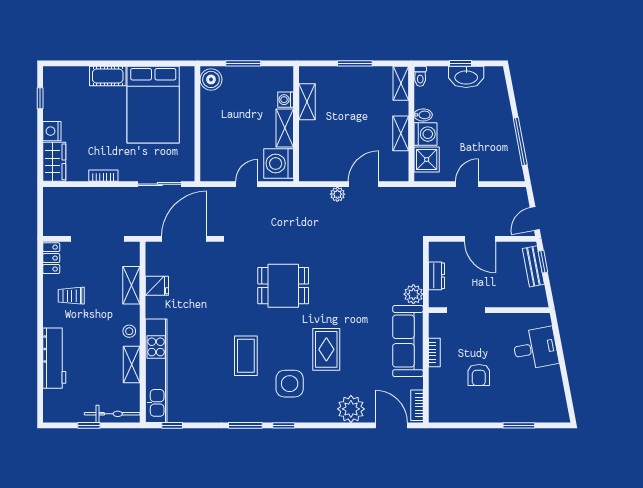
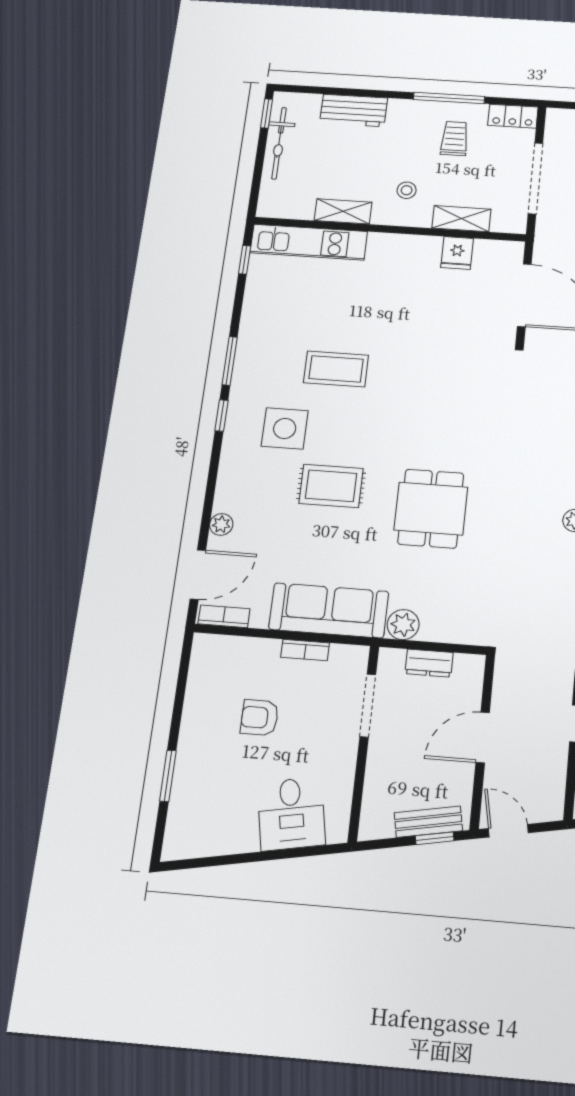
dining table: (283, 286) -> (431, 509), moved
window: (40, 303) -> (449, 98), added
stool: (129, 331) -> (407, 190), moved
workbench: (54, 358) -> (354, 110), width x0.73
kitchen unit: (156, 371) -> (309, 242), width x0.73
plant: (351, 409) -> (221, 524), width x0.53, depth x0.53
bicycle: (112, 414) -> (279, 143), moved
window: (89, 425) -> (266, 114), moved

